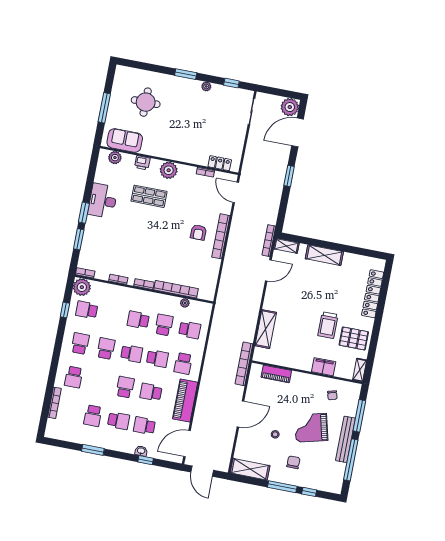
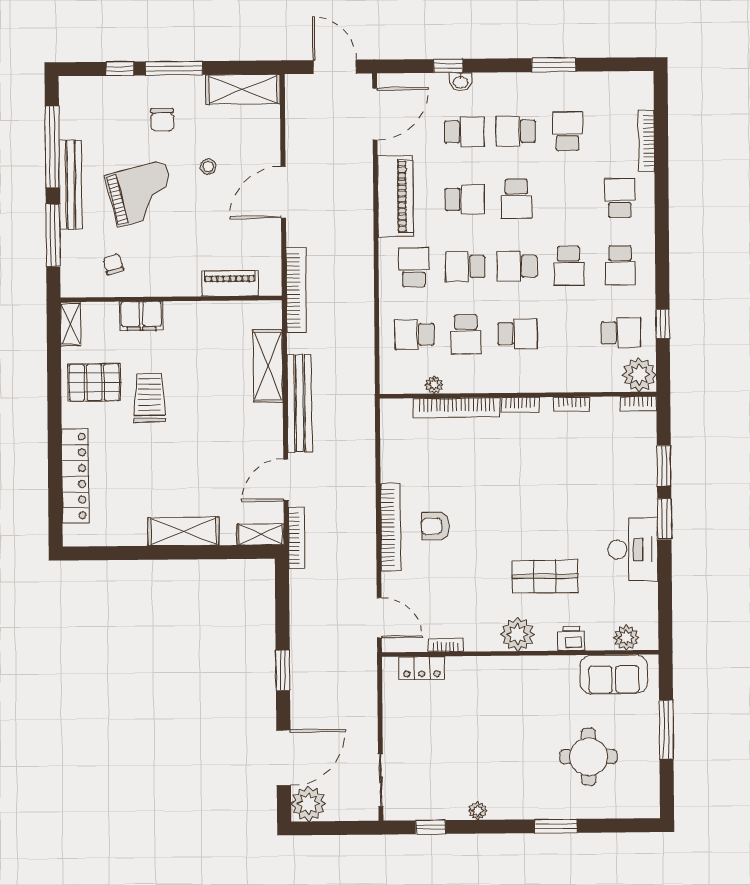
window: (186, 74) -> (556, 826), moved
armchair: (198, 232) -> (436, 526), turned -90
bench: (254, 307) -> (300, 403), added

